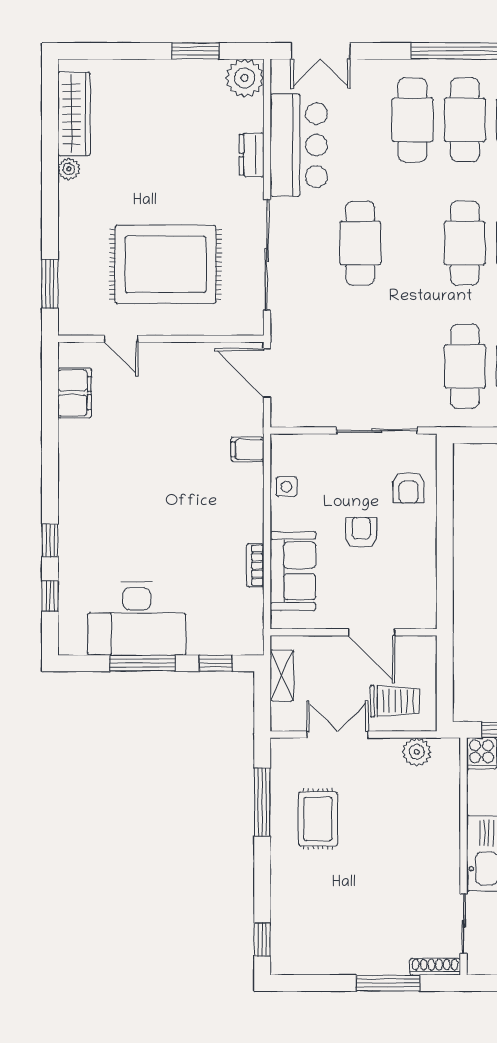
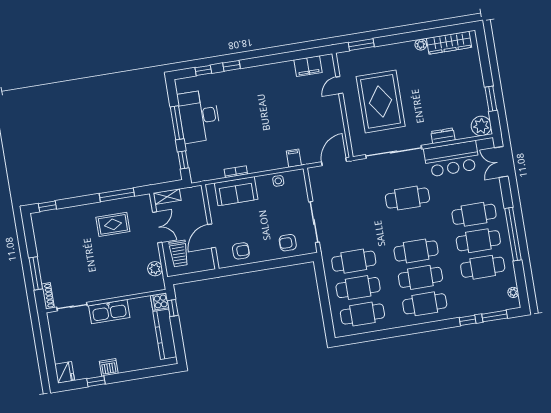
armchair: (361, 532) -> (241, 251), moved
shelving: (282, 676) -> (167, 197), moved

